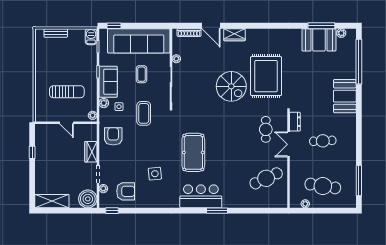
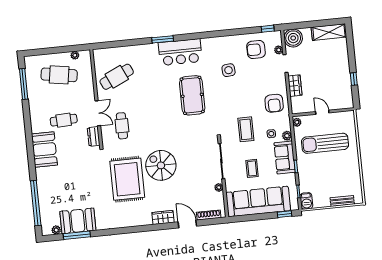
sun lounger: (67, 92) -> (325, 143), width x1.36, depth x1.34
booth: (345, 96) -> (44, 149), moved

